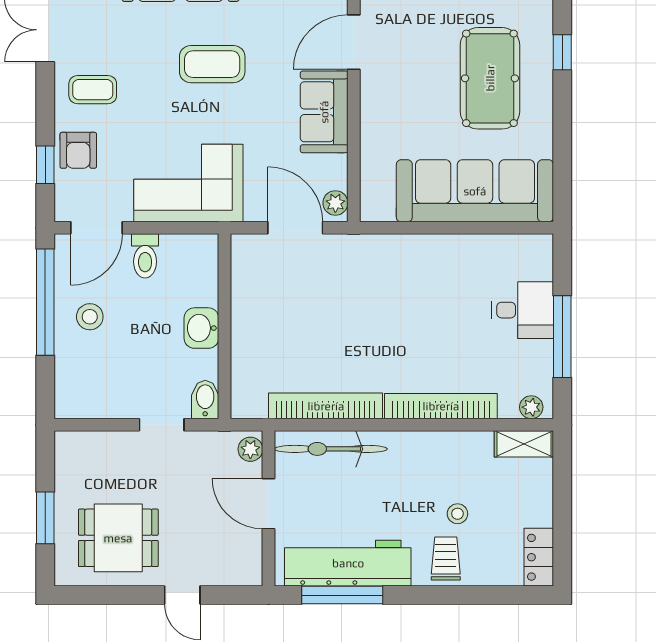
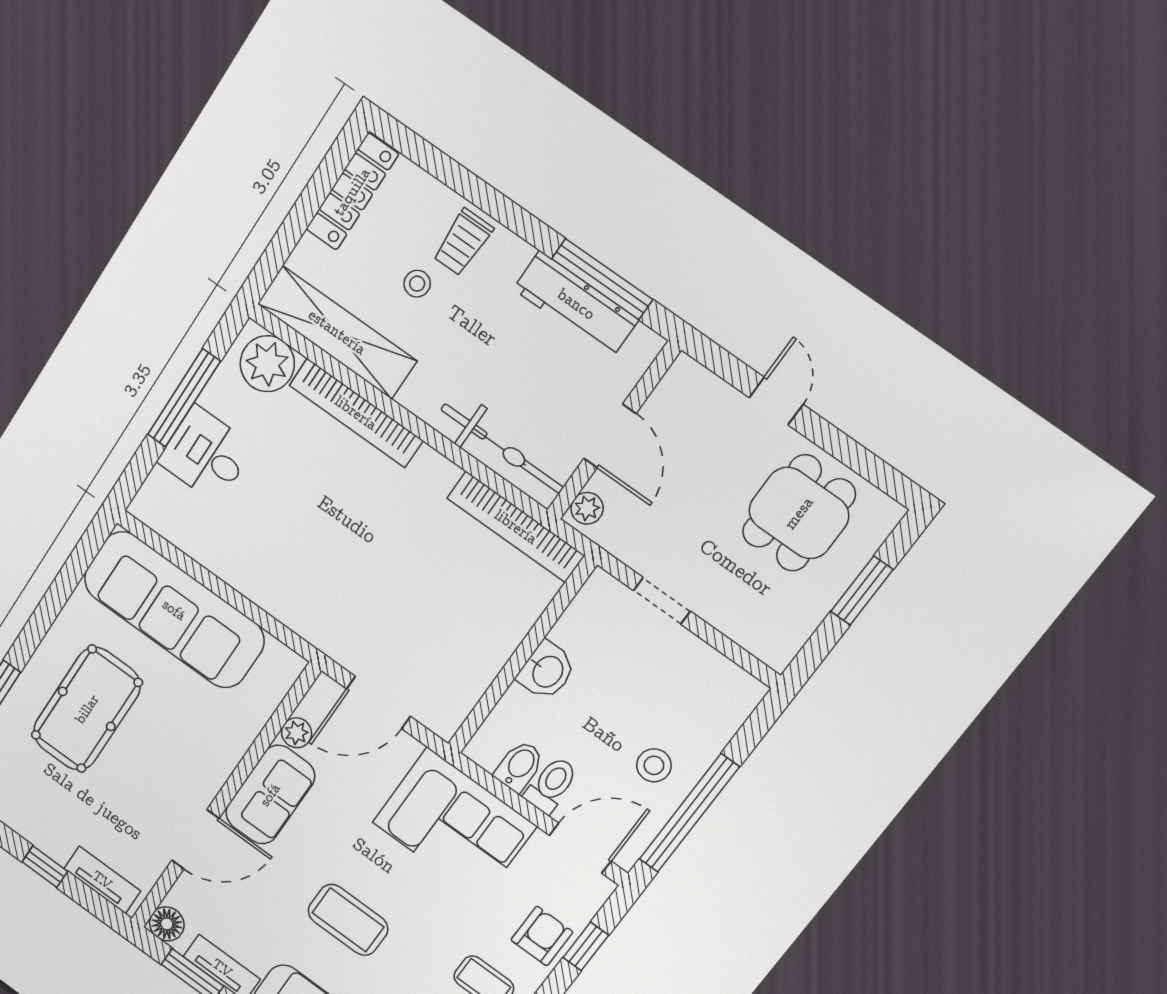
plant: (335, 203) -> (297, 733), moved
door: (295, 228) -> (378, 703), hinge flipped
bidet: (205, 399) -> (519, 766), moved, turned 180
bookcase: (326, 406) -> (516, 527), moved
plant: (531, 407) -> (267, 364), width x1.88, depth x1.88
shelving: (524, 444) -> (337, 332), width x2.20, depth x1.33
dining table: (118, 538) -> (799, 513), turned 90
locker: (539, 557) -> (352, 192), width x1.53
workbench: (348, 563) -> (576, 304), width x0.73, depth x0.76

